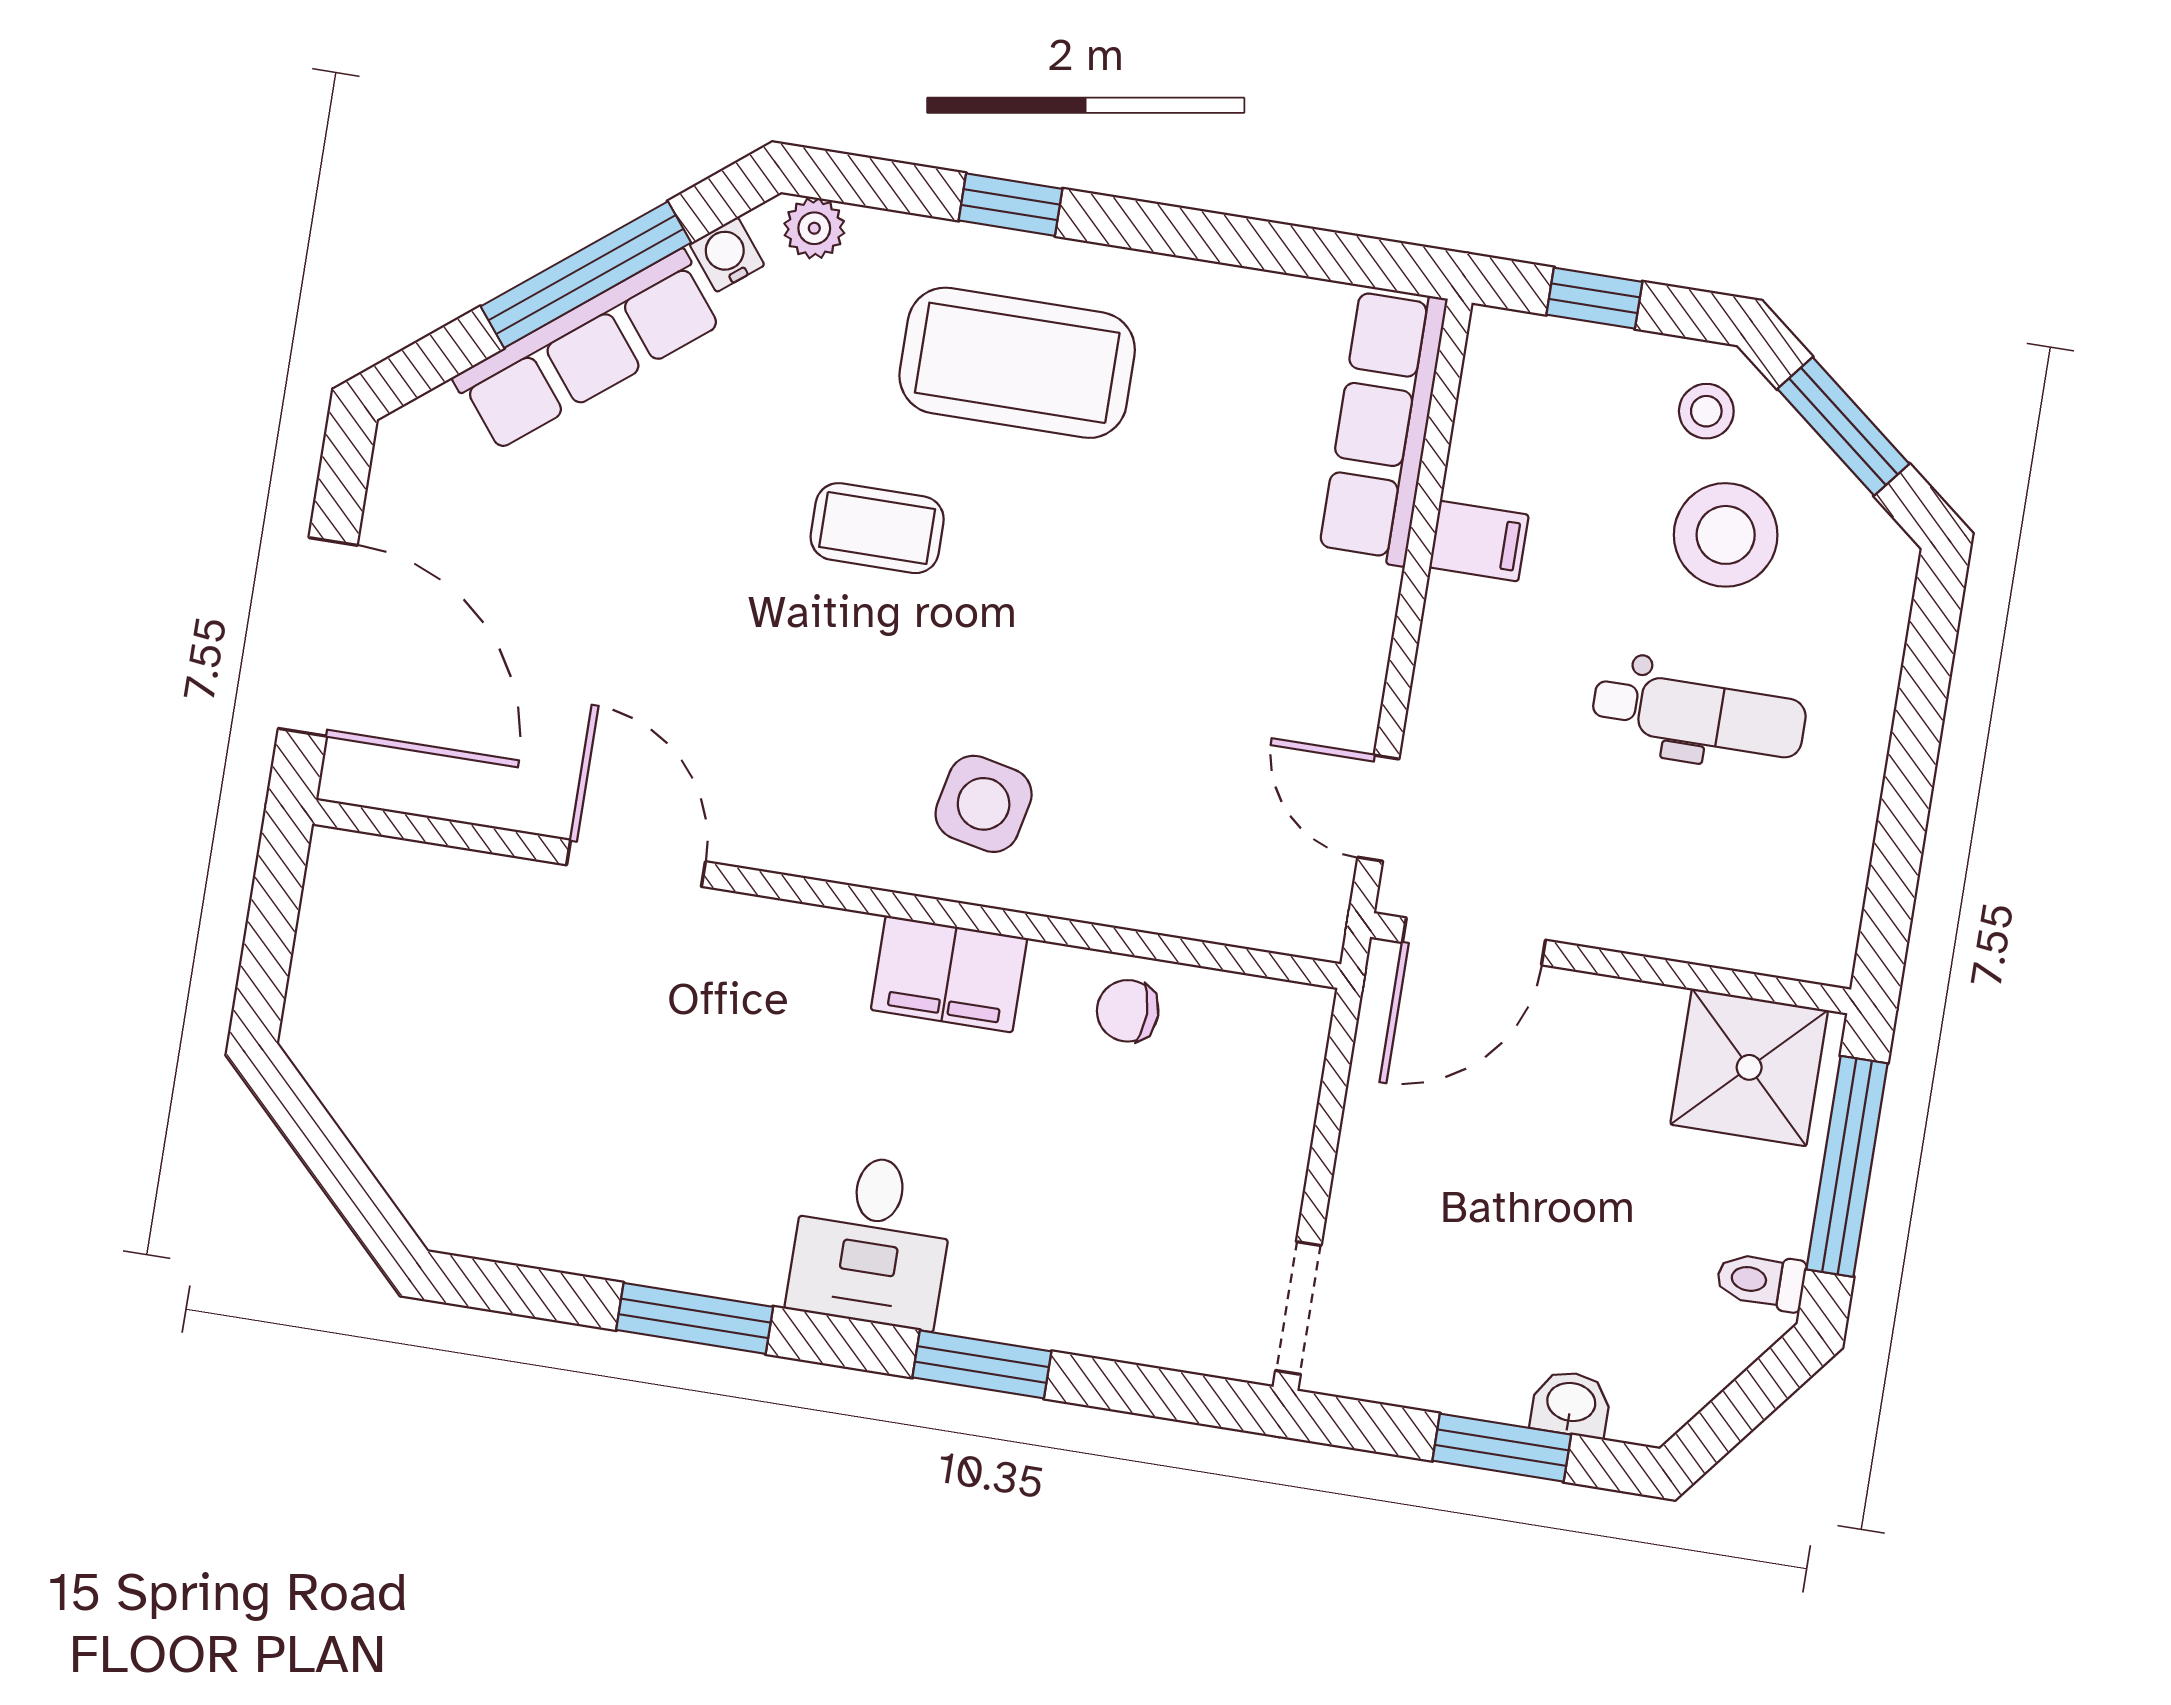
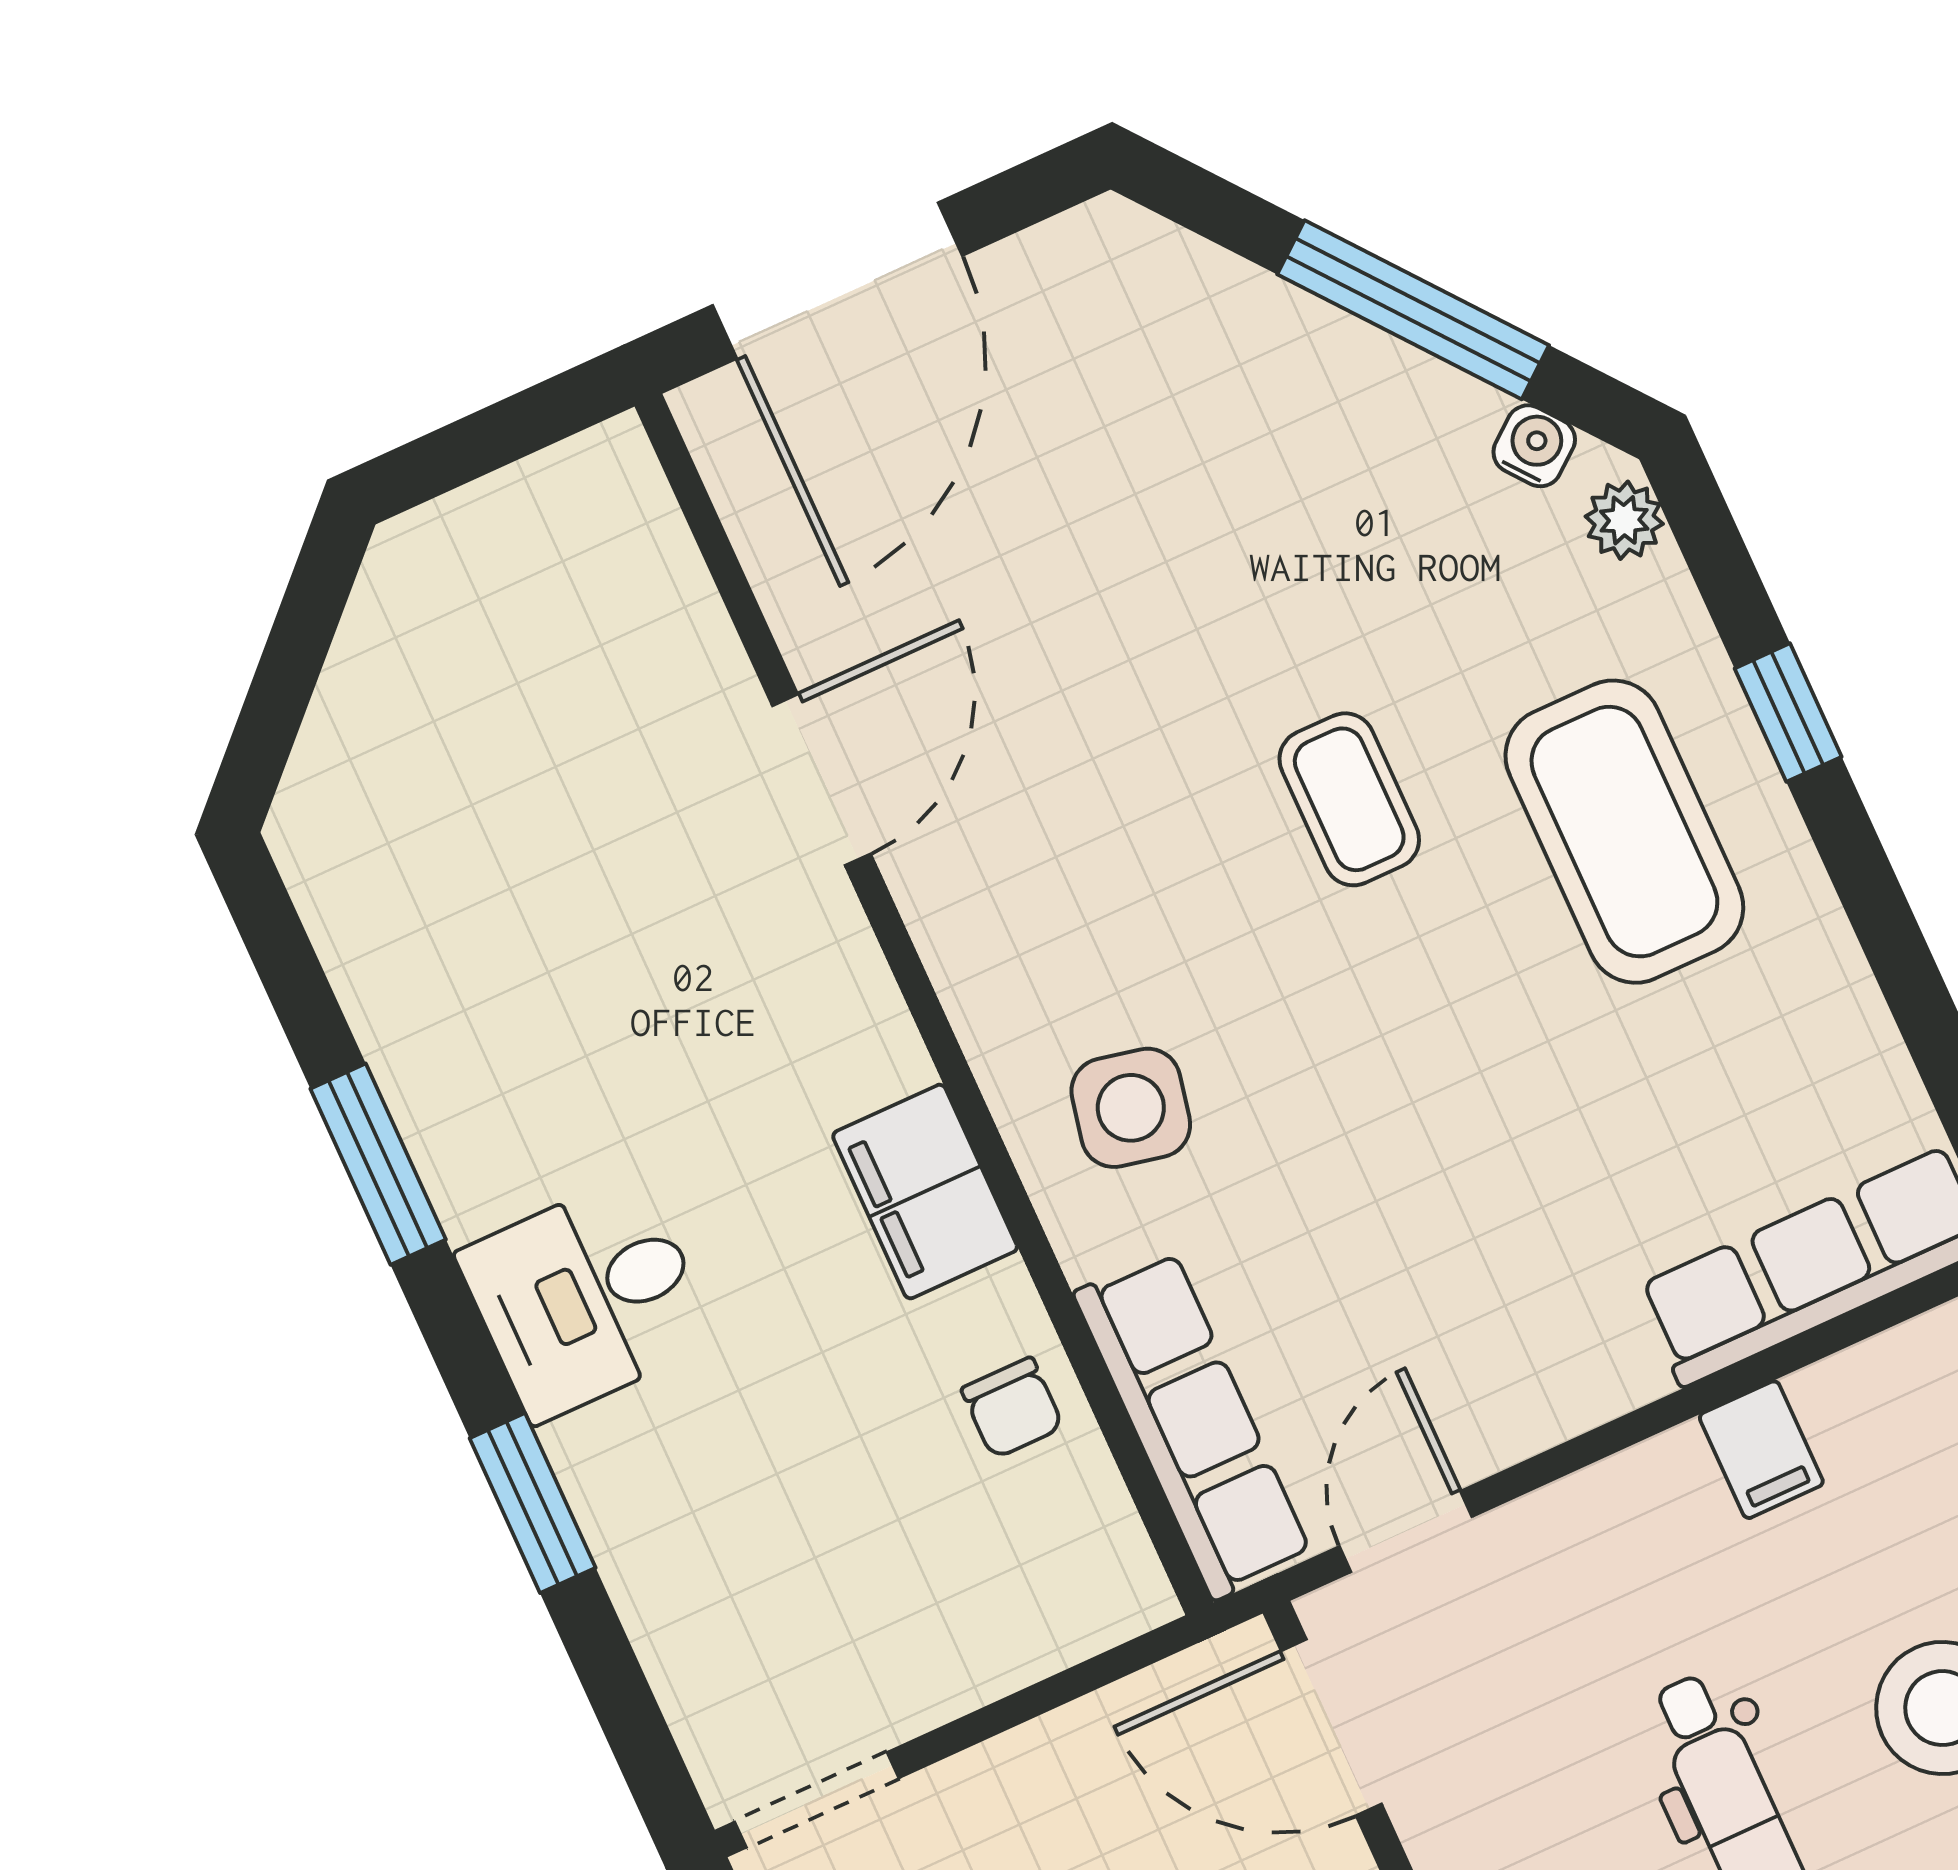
row of seats: (588, 350) -> (1193, 1424), moved, turned -142
chair: (1128, 1011) -> (1012, 1408), turned 180

